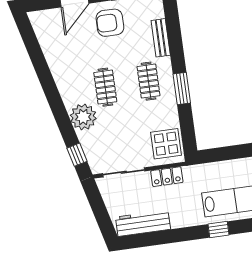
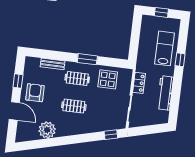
armchair: (110, 23) -> (35, 93), turned 180
plant: (83, 117) -> (47, 130), moved
display table: (166, 144) -> (108, 79), moved
workbench: (143, 223) -> (165, 93), moved

